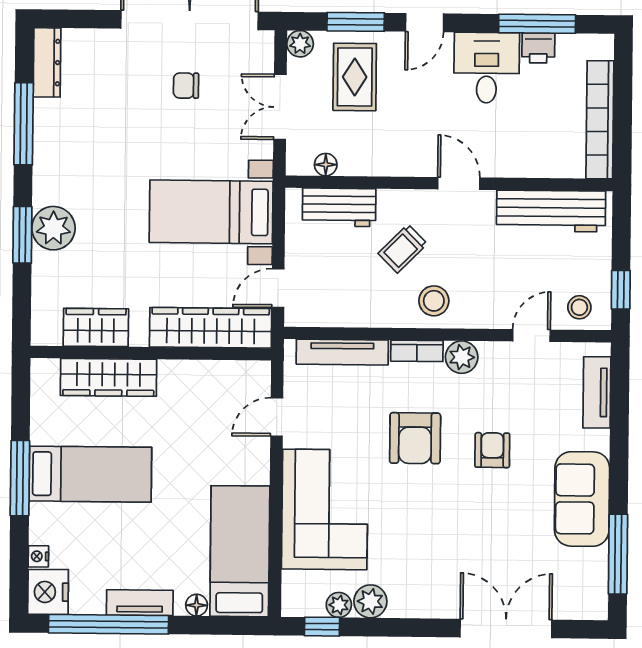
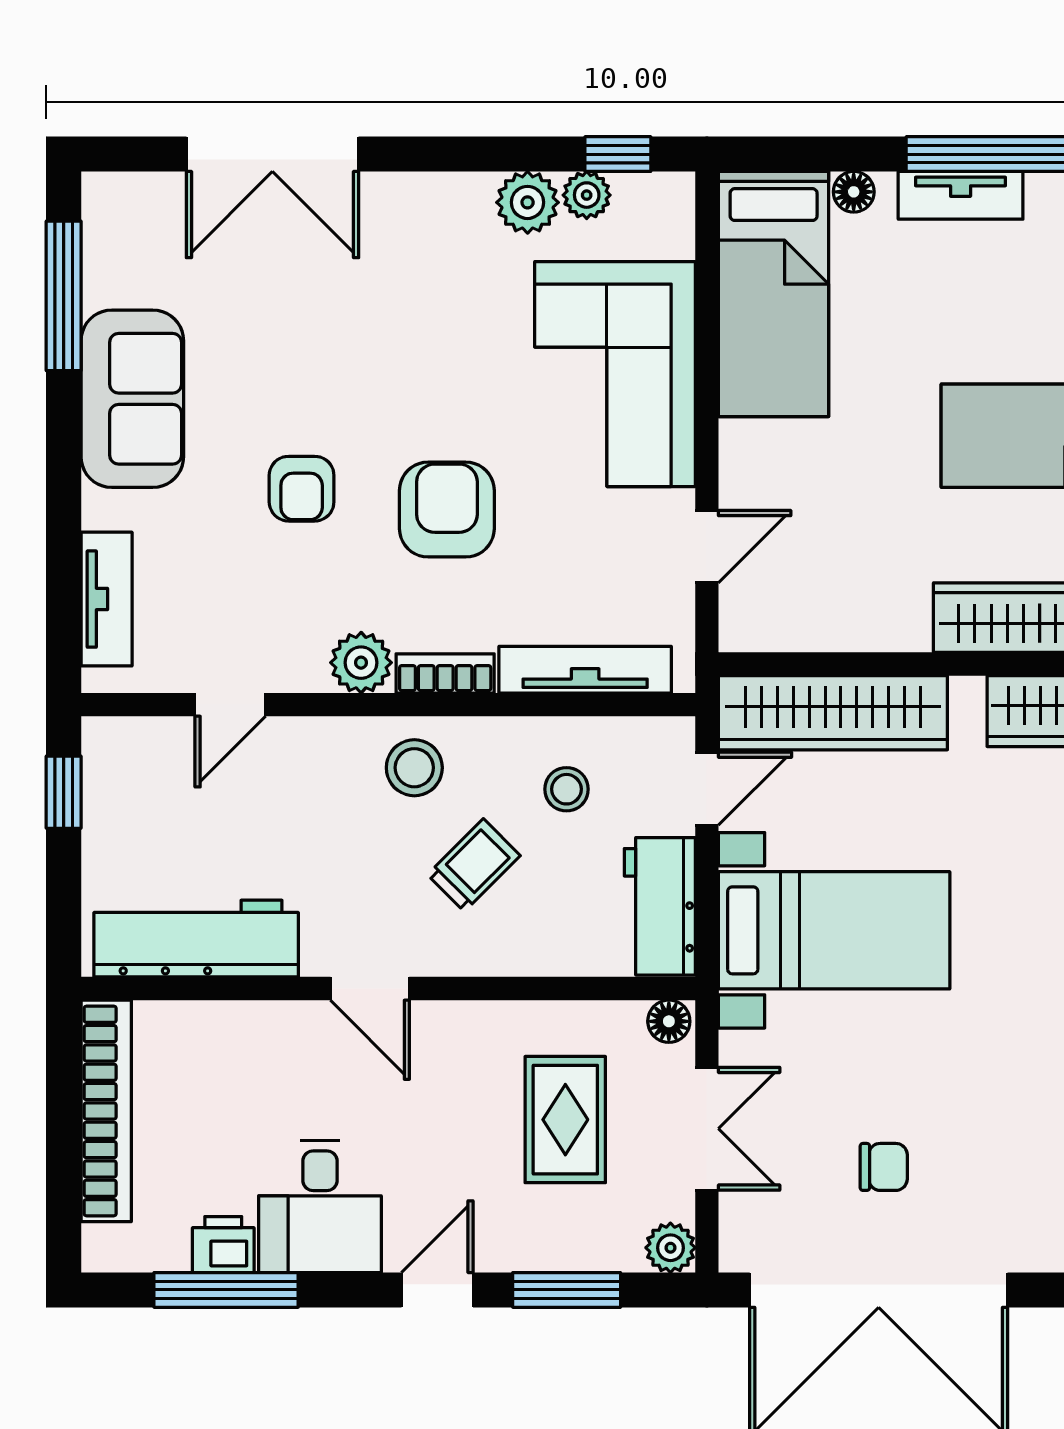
rug: (355, 77) -> (565, 1120), moved
floor lamp: (326, 165) -> (669, 1021), moved
workbench: (339, 207) -> (660, 906), moved, turned -90
stool: (579, 307) -> (567, 789), moved

